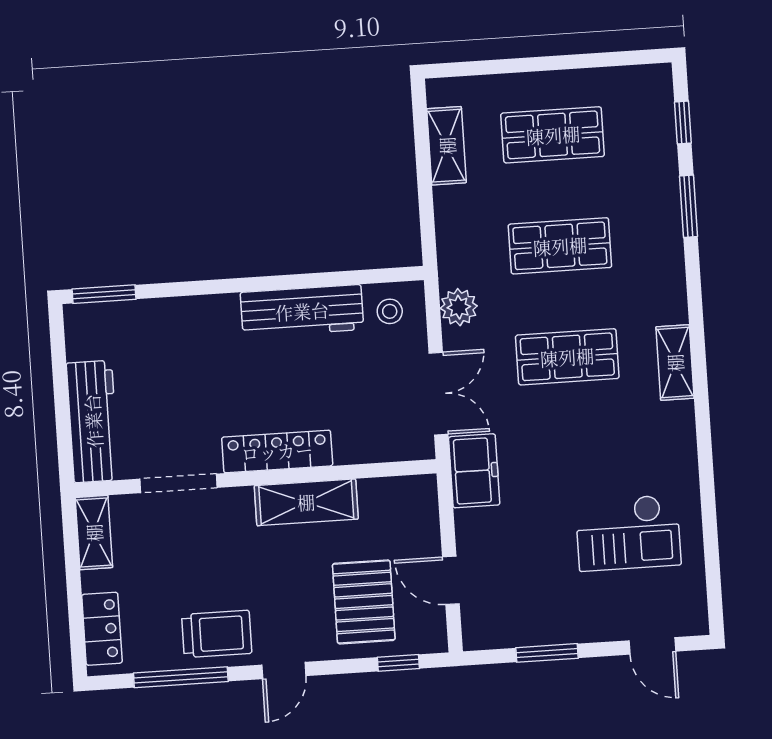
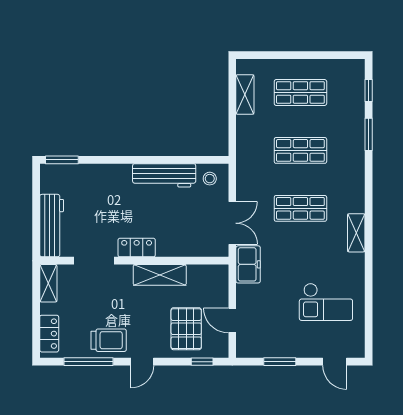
plant: (459, 307) -> (246, 179), removed
shelving: (675, 363) -> (356, 233), moved
locker: (277, 451) -> (137, 248), width x0.66

